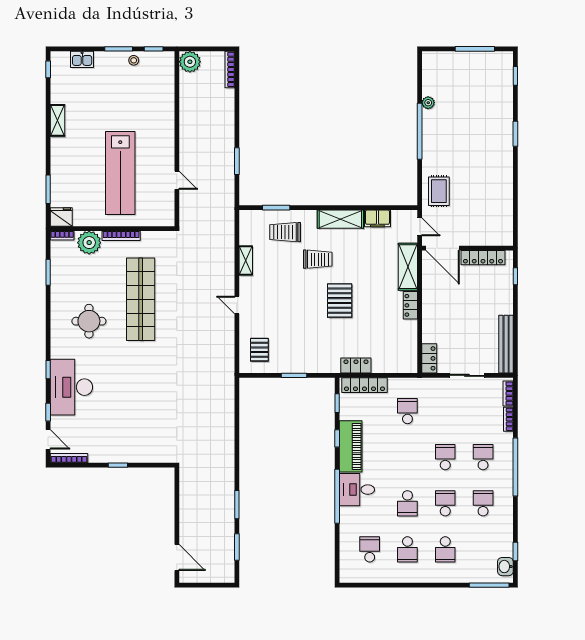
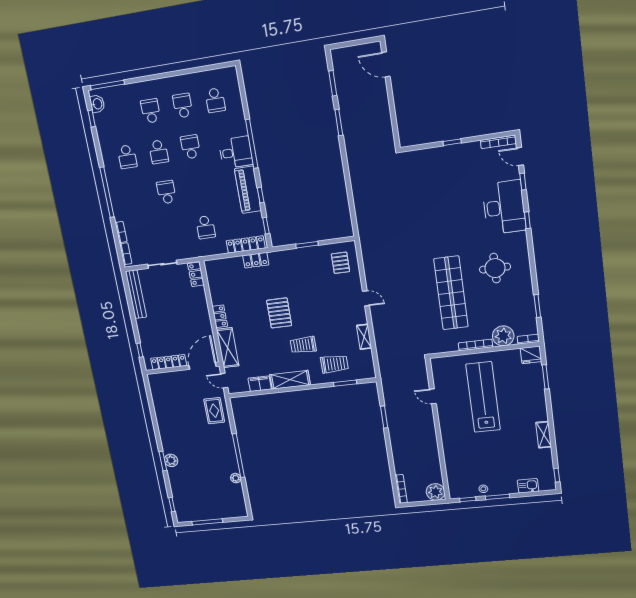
plant: (505, 134) -> (171, 460), added
door: (443, 248) -> (202, 366), hinge flipped
school desk: (445, 457) -> (166, 192), turned 180
school desk: (483, 457) -> (135, 197), removed

